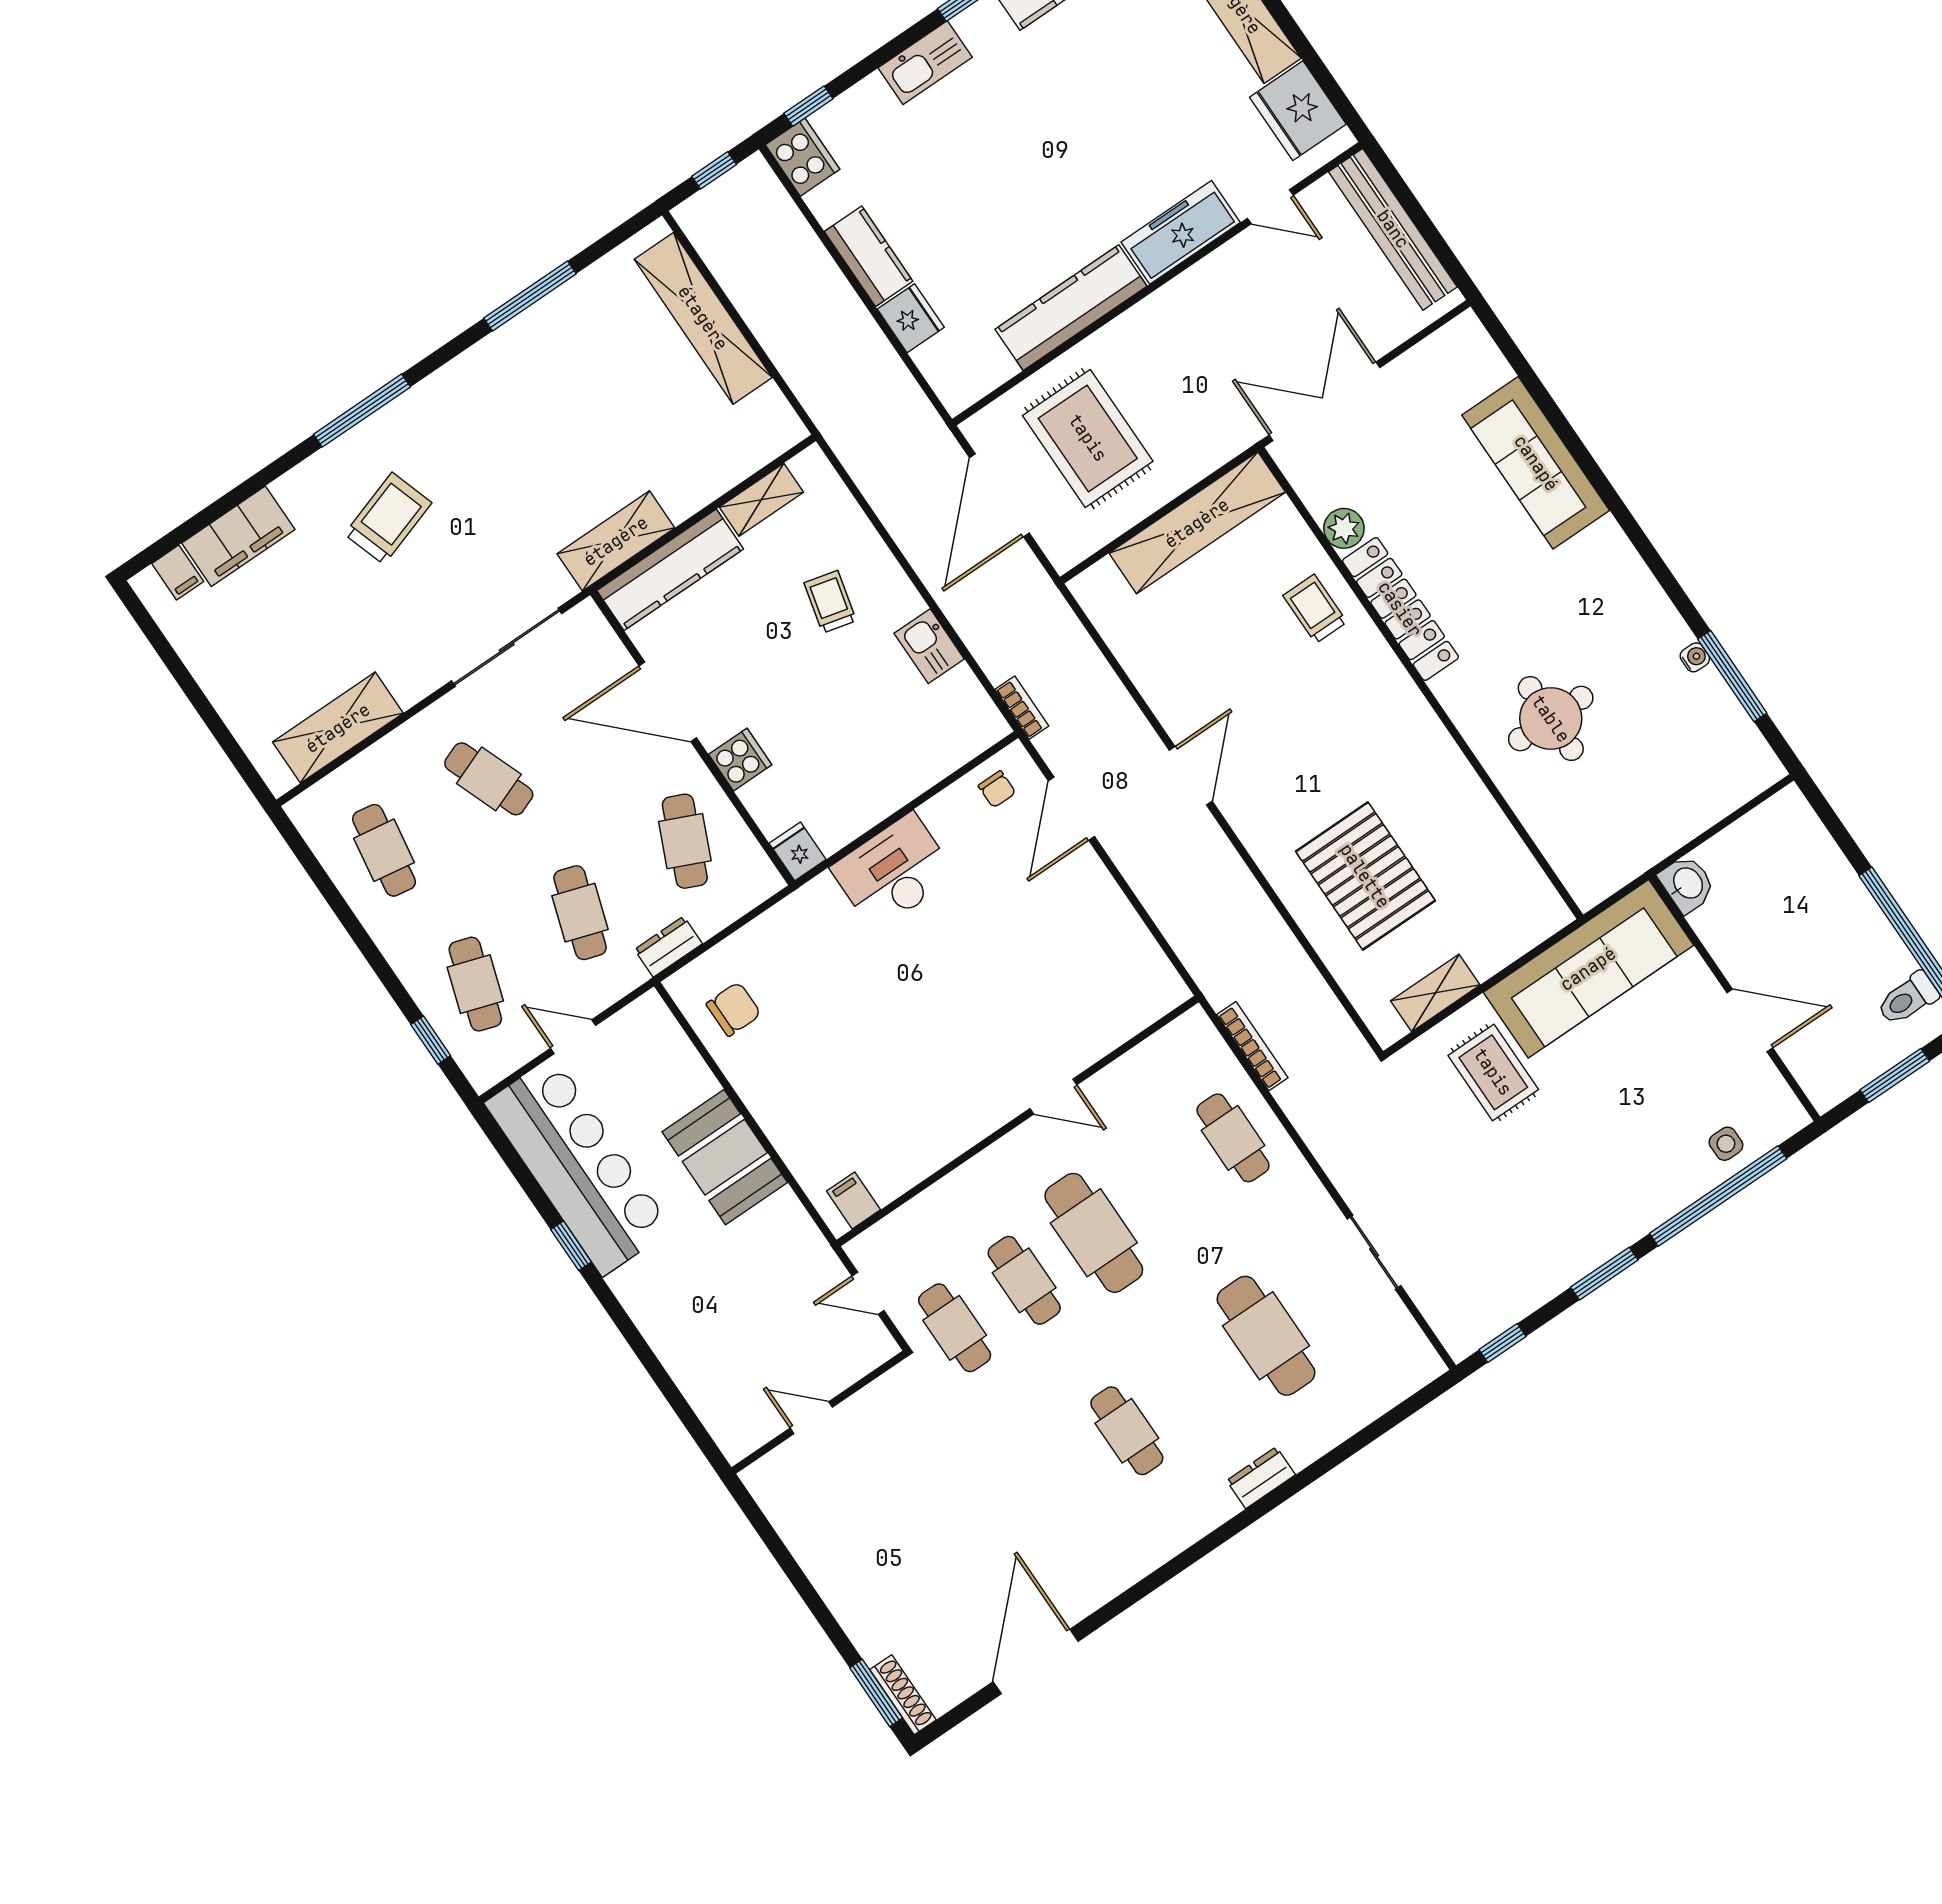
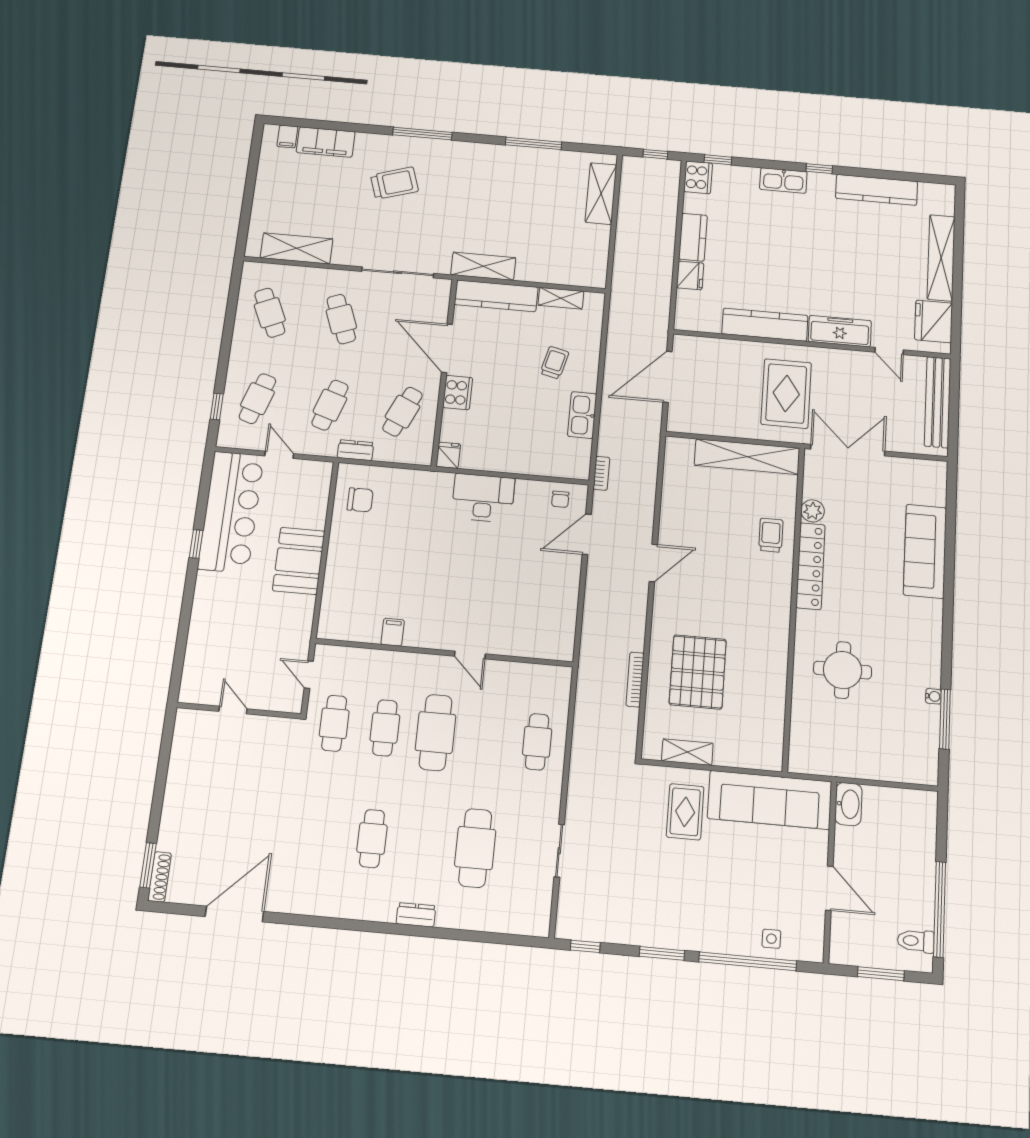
shelving: (703, 318) -> (601, 194), width x0.68
rug: (1088, 438) -> (786, 393), moved
kitchen sink: (929, 646) -> (582, 415), width x1.38
cooker: (740, 760) -> (458, 393), width x1.36
cafe table: (384, 850) -> (270, 313), turned -33
washbasin: (1687, 884) -> (848, 804), width x1.38
bookcase: (1252, 1046) -> (635, 679), moved, turned 180
filing cabinet: (853, 1200) -> (393, 632), moved

